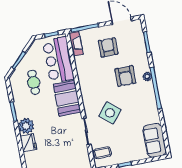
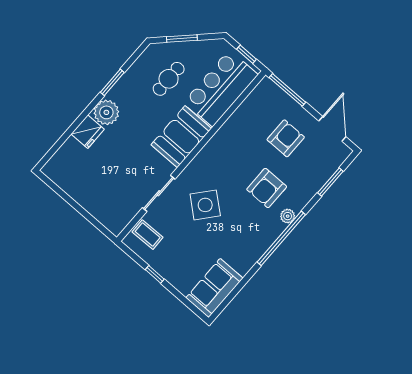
fireplace: (76, 44) -> (259, 94), removed

